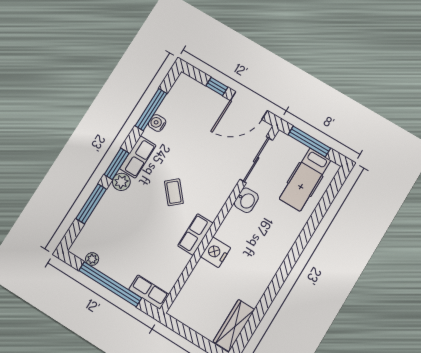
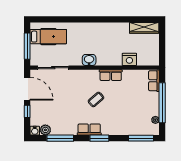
water cooler: (157, 123) -> (35, 131), moved
plant: (121, 182) -> (45, 130), moved
washbasin: (246, 200) -> (89, 60), moved
window: (91, 204) -> (141, 138), moved
nightstand: (216, 252) -> (129, 59), moved

